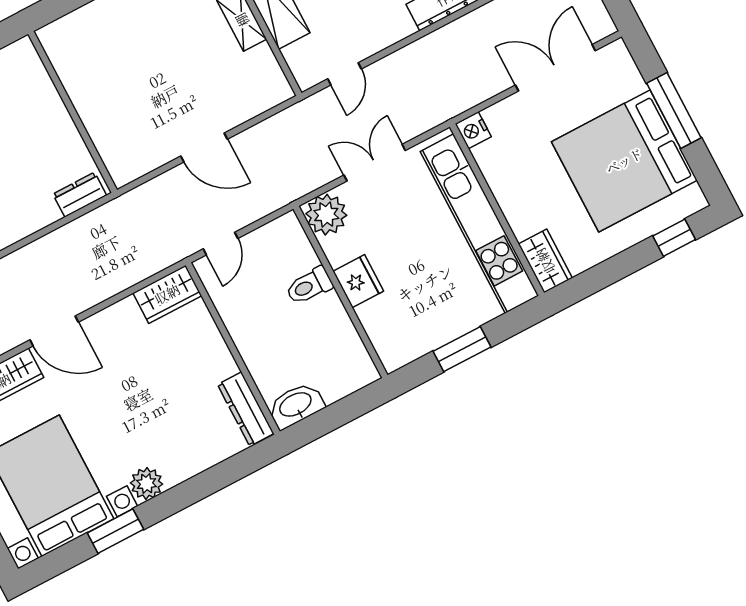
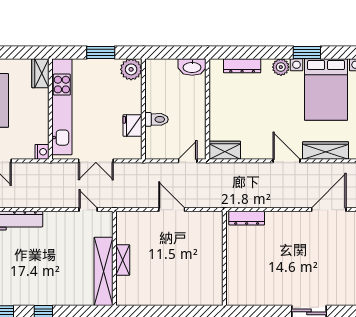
door: (344, 74) -> (88, 210), hinge flipped
dresser: (80, 195) -> (247, 218), width x1.44
plant: (326, 215) -> (131, 69), moved
fridge: (358, 281) -> (133, 125), moved
dresser: (246, 409) -> (242, 66), moved, turned 90

